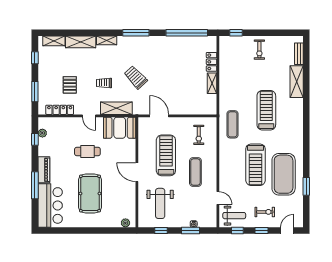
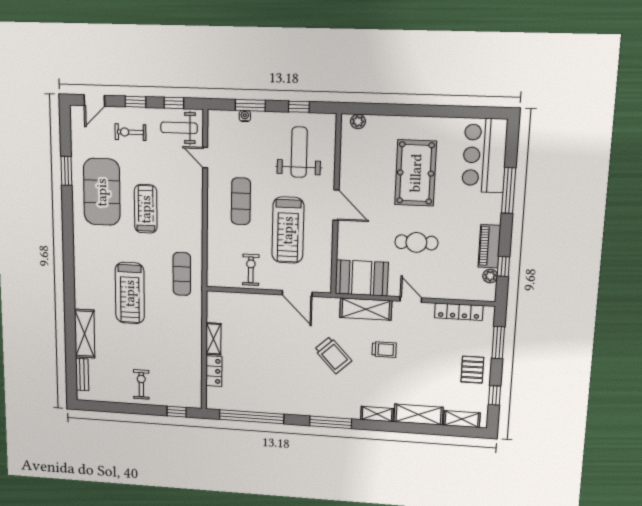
pallet: (70, 85) -> (472, 370), moved
exercise bike: (199, 135) -> (251, 270), moved
treadmill: (255, 165) -> (146, 209), width x0.73, depth x0.73
piano: (44, 170) -> (489, 246), moved

